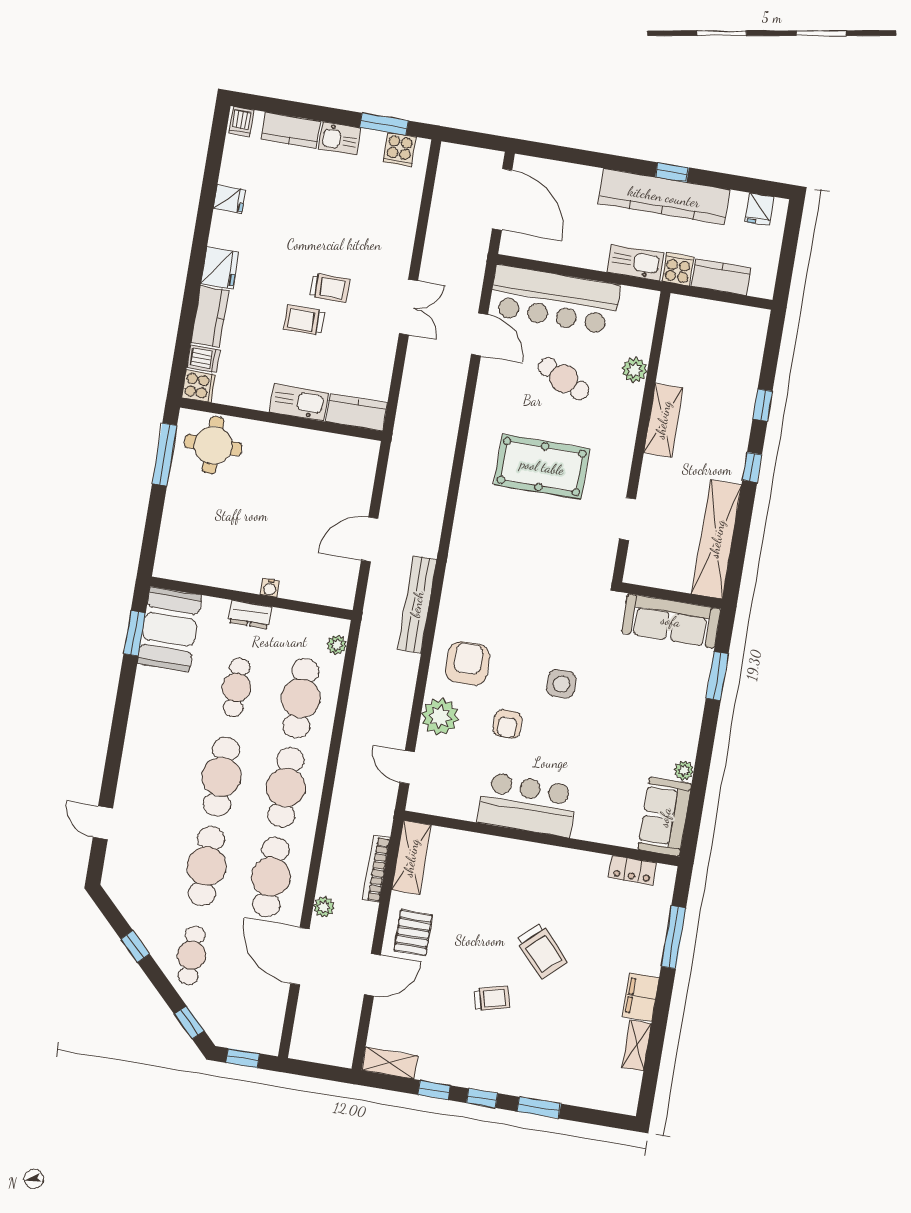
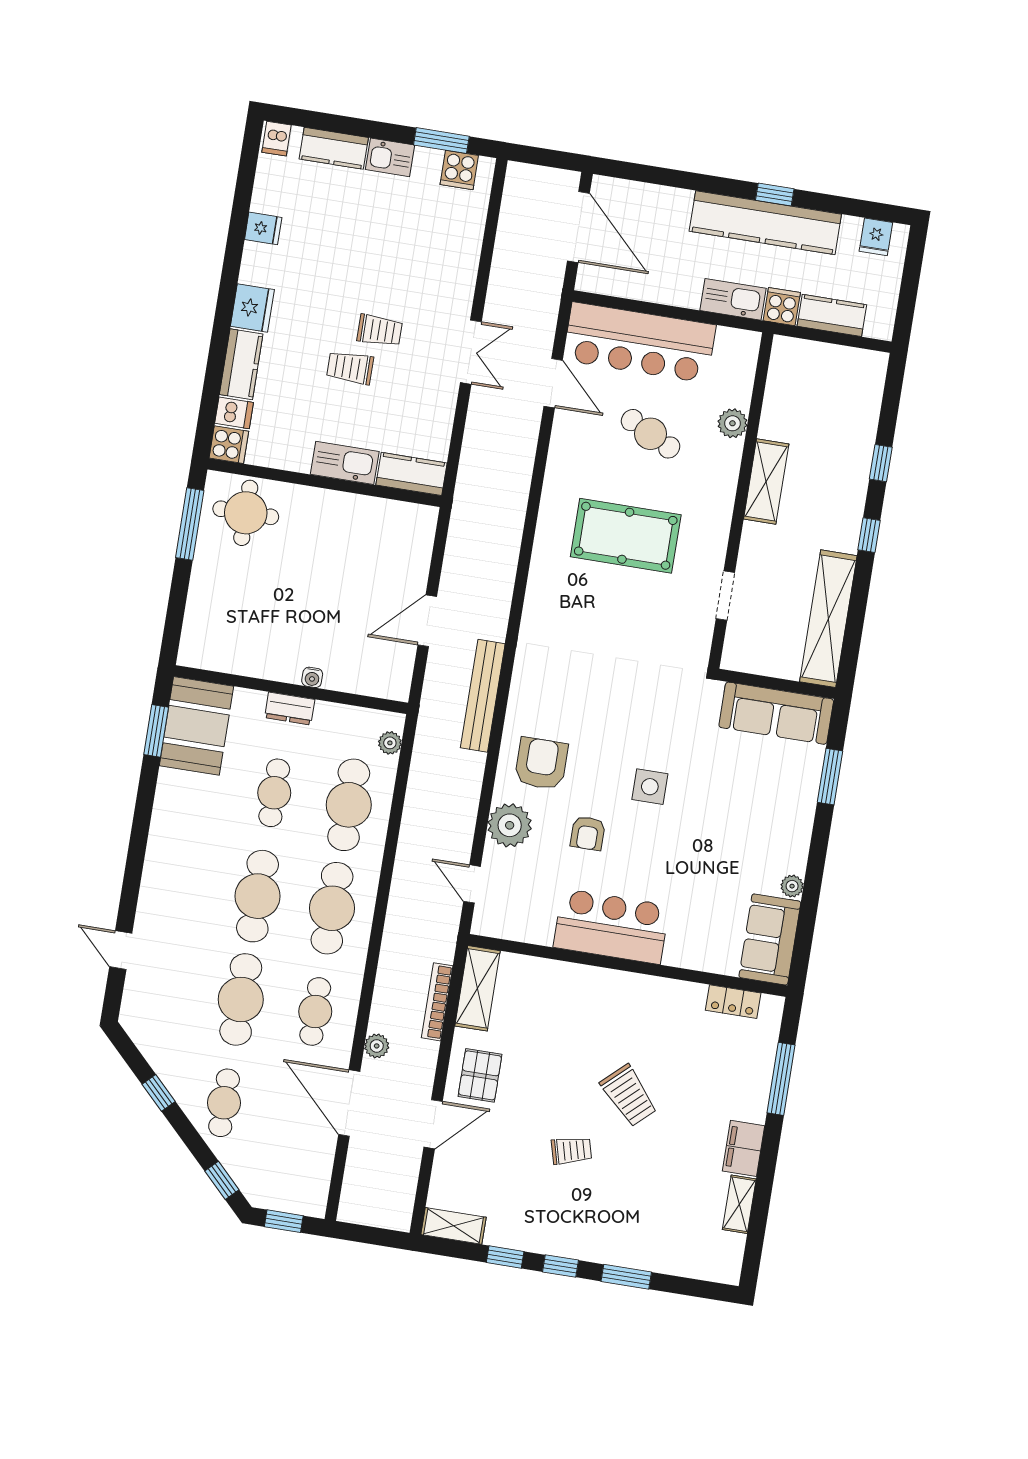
cafe table: (271, 877) -> (315, 1011), width x0.73, depth x0.74

